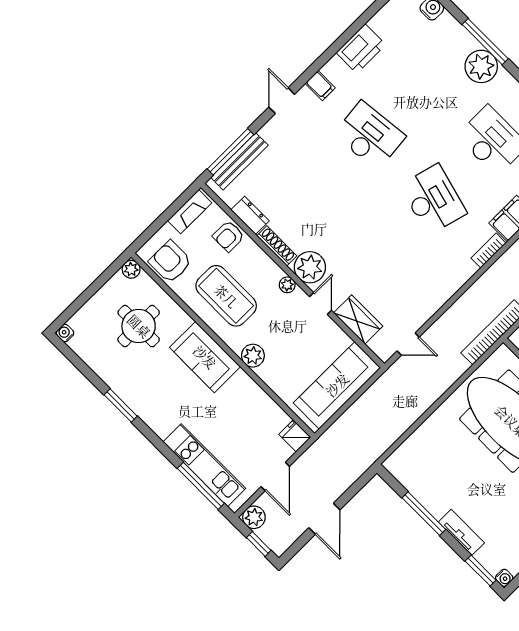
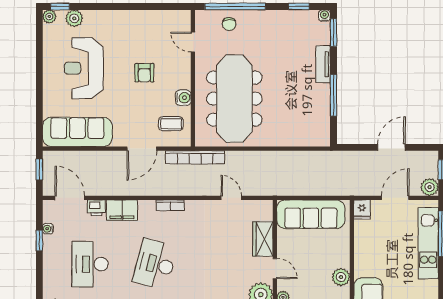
bookcase: (488, 251) -> (170, 205), moved
door: (320, 304) -> (275, 269), swing flipped
door: (408, 344) -> (231, 198), moved

